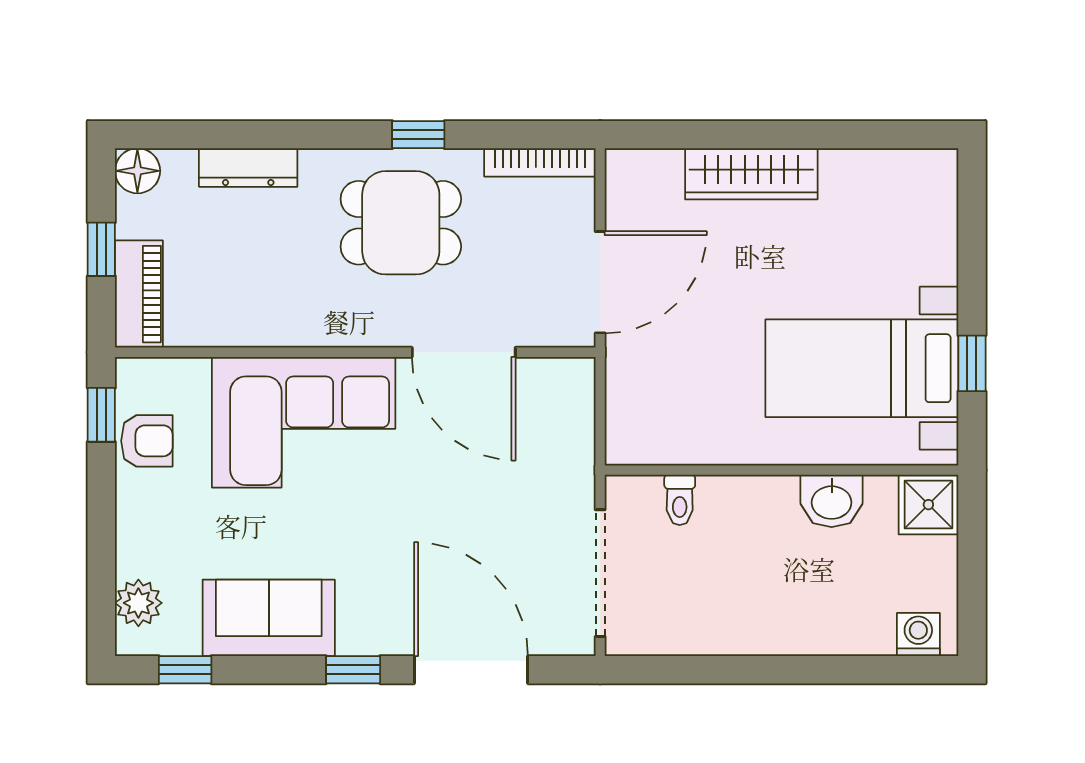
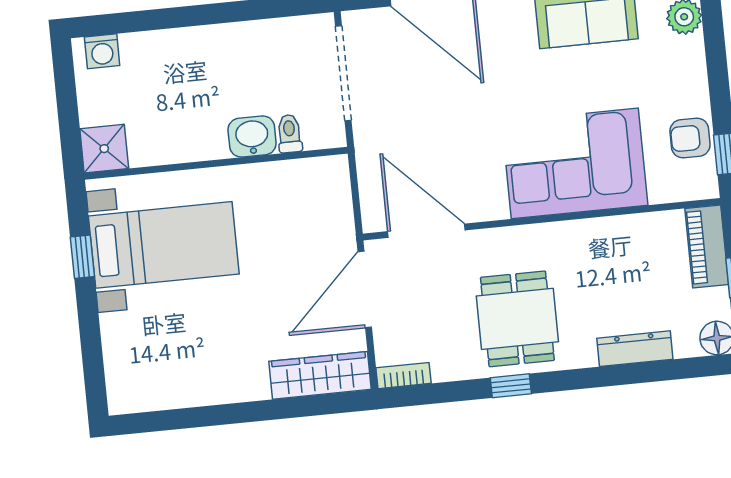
bookcase: (540, 162) -> (404, 376), width x0.64
wardrobe: (751, 174) -> (320, 375), moved
dining table: (401, 223) -> (517, 319), turned 90
door: (464, 352) -> (426, 231), moved
washbasin: (832, 501) -> (252, 137), moved

